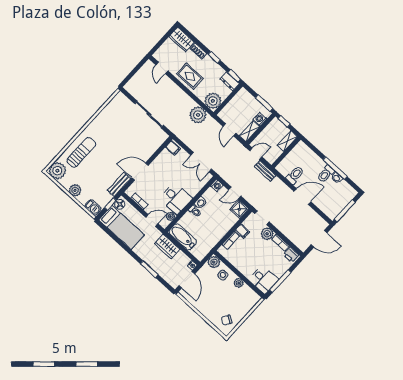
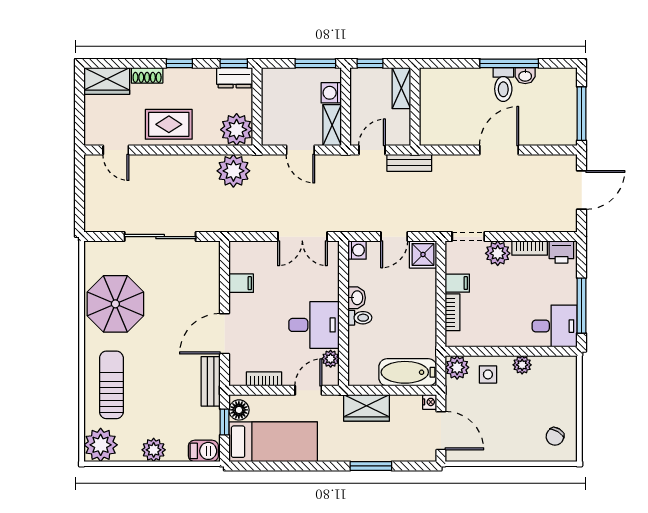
parasol: (110, 124) -> (115, 304), added
filing cabinet: (173, 148) -> (241, 283), moved
toilet: (295, 175) -> (459, 128), removed
bathtub: (183, 237) -> (408, 372), moved

